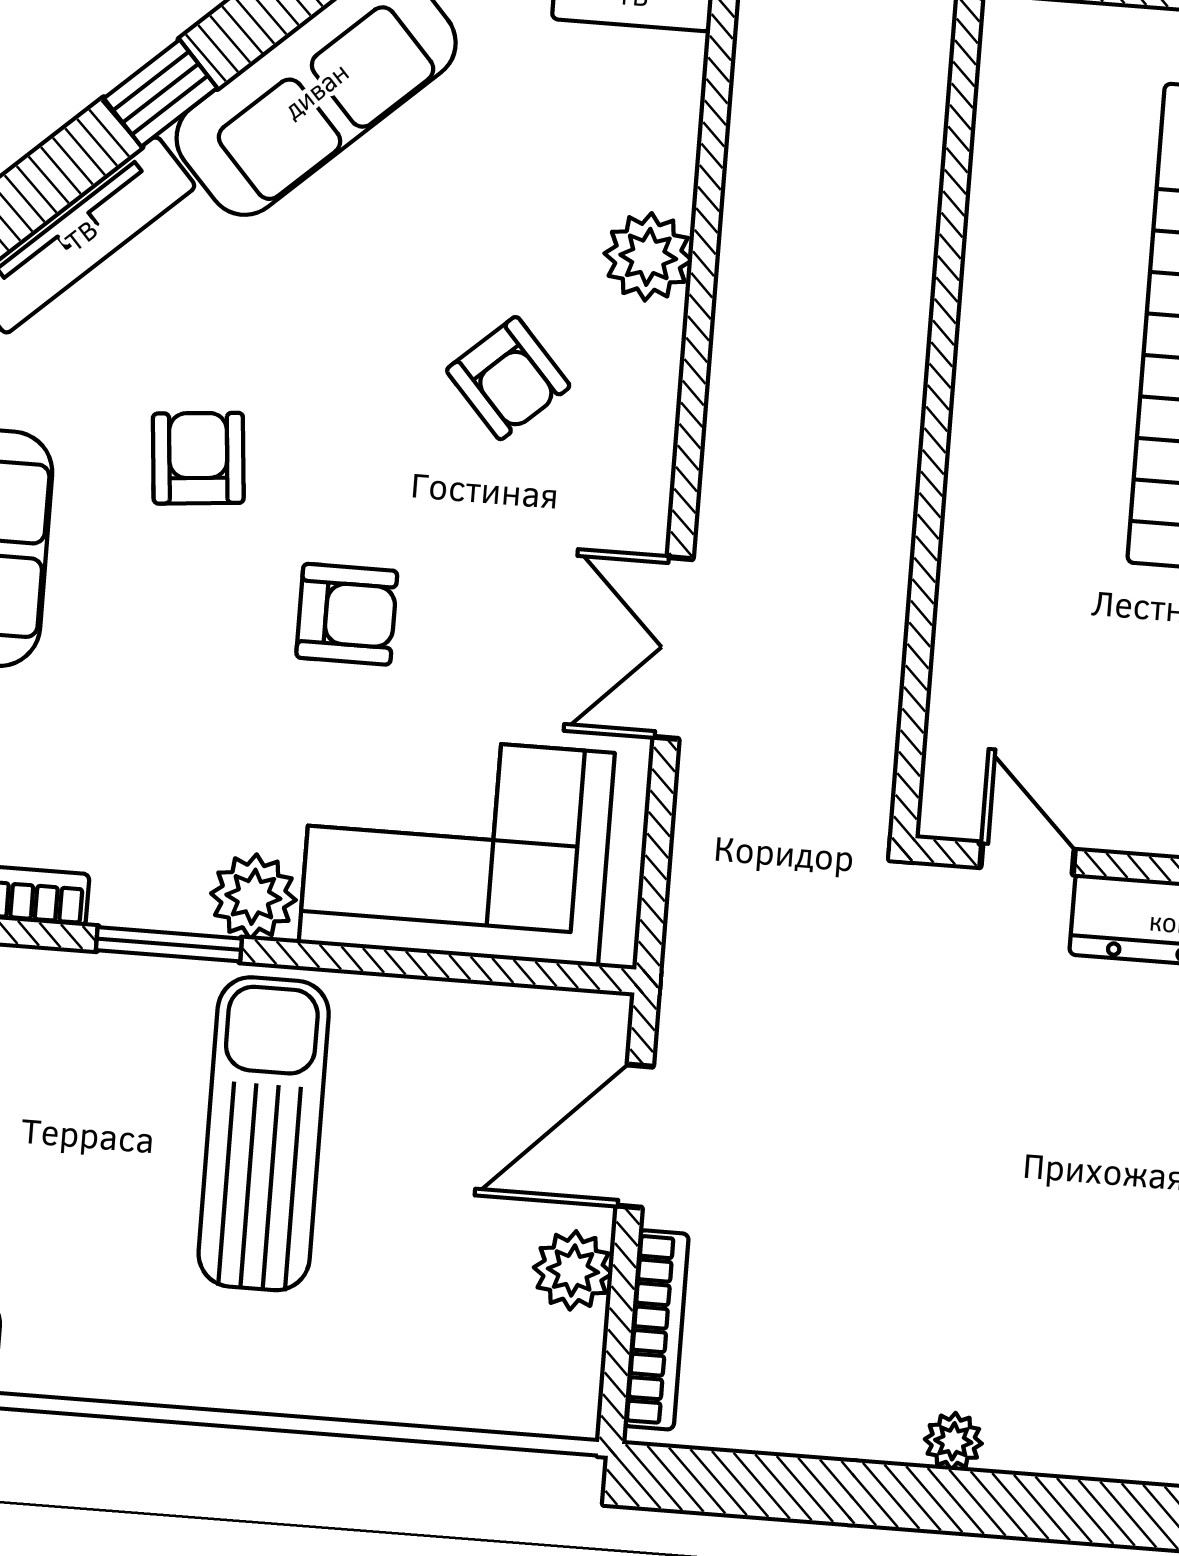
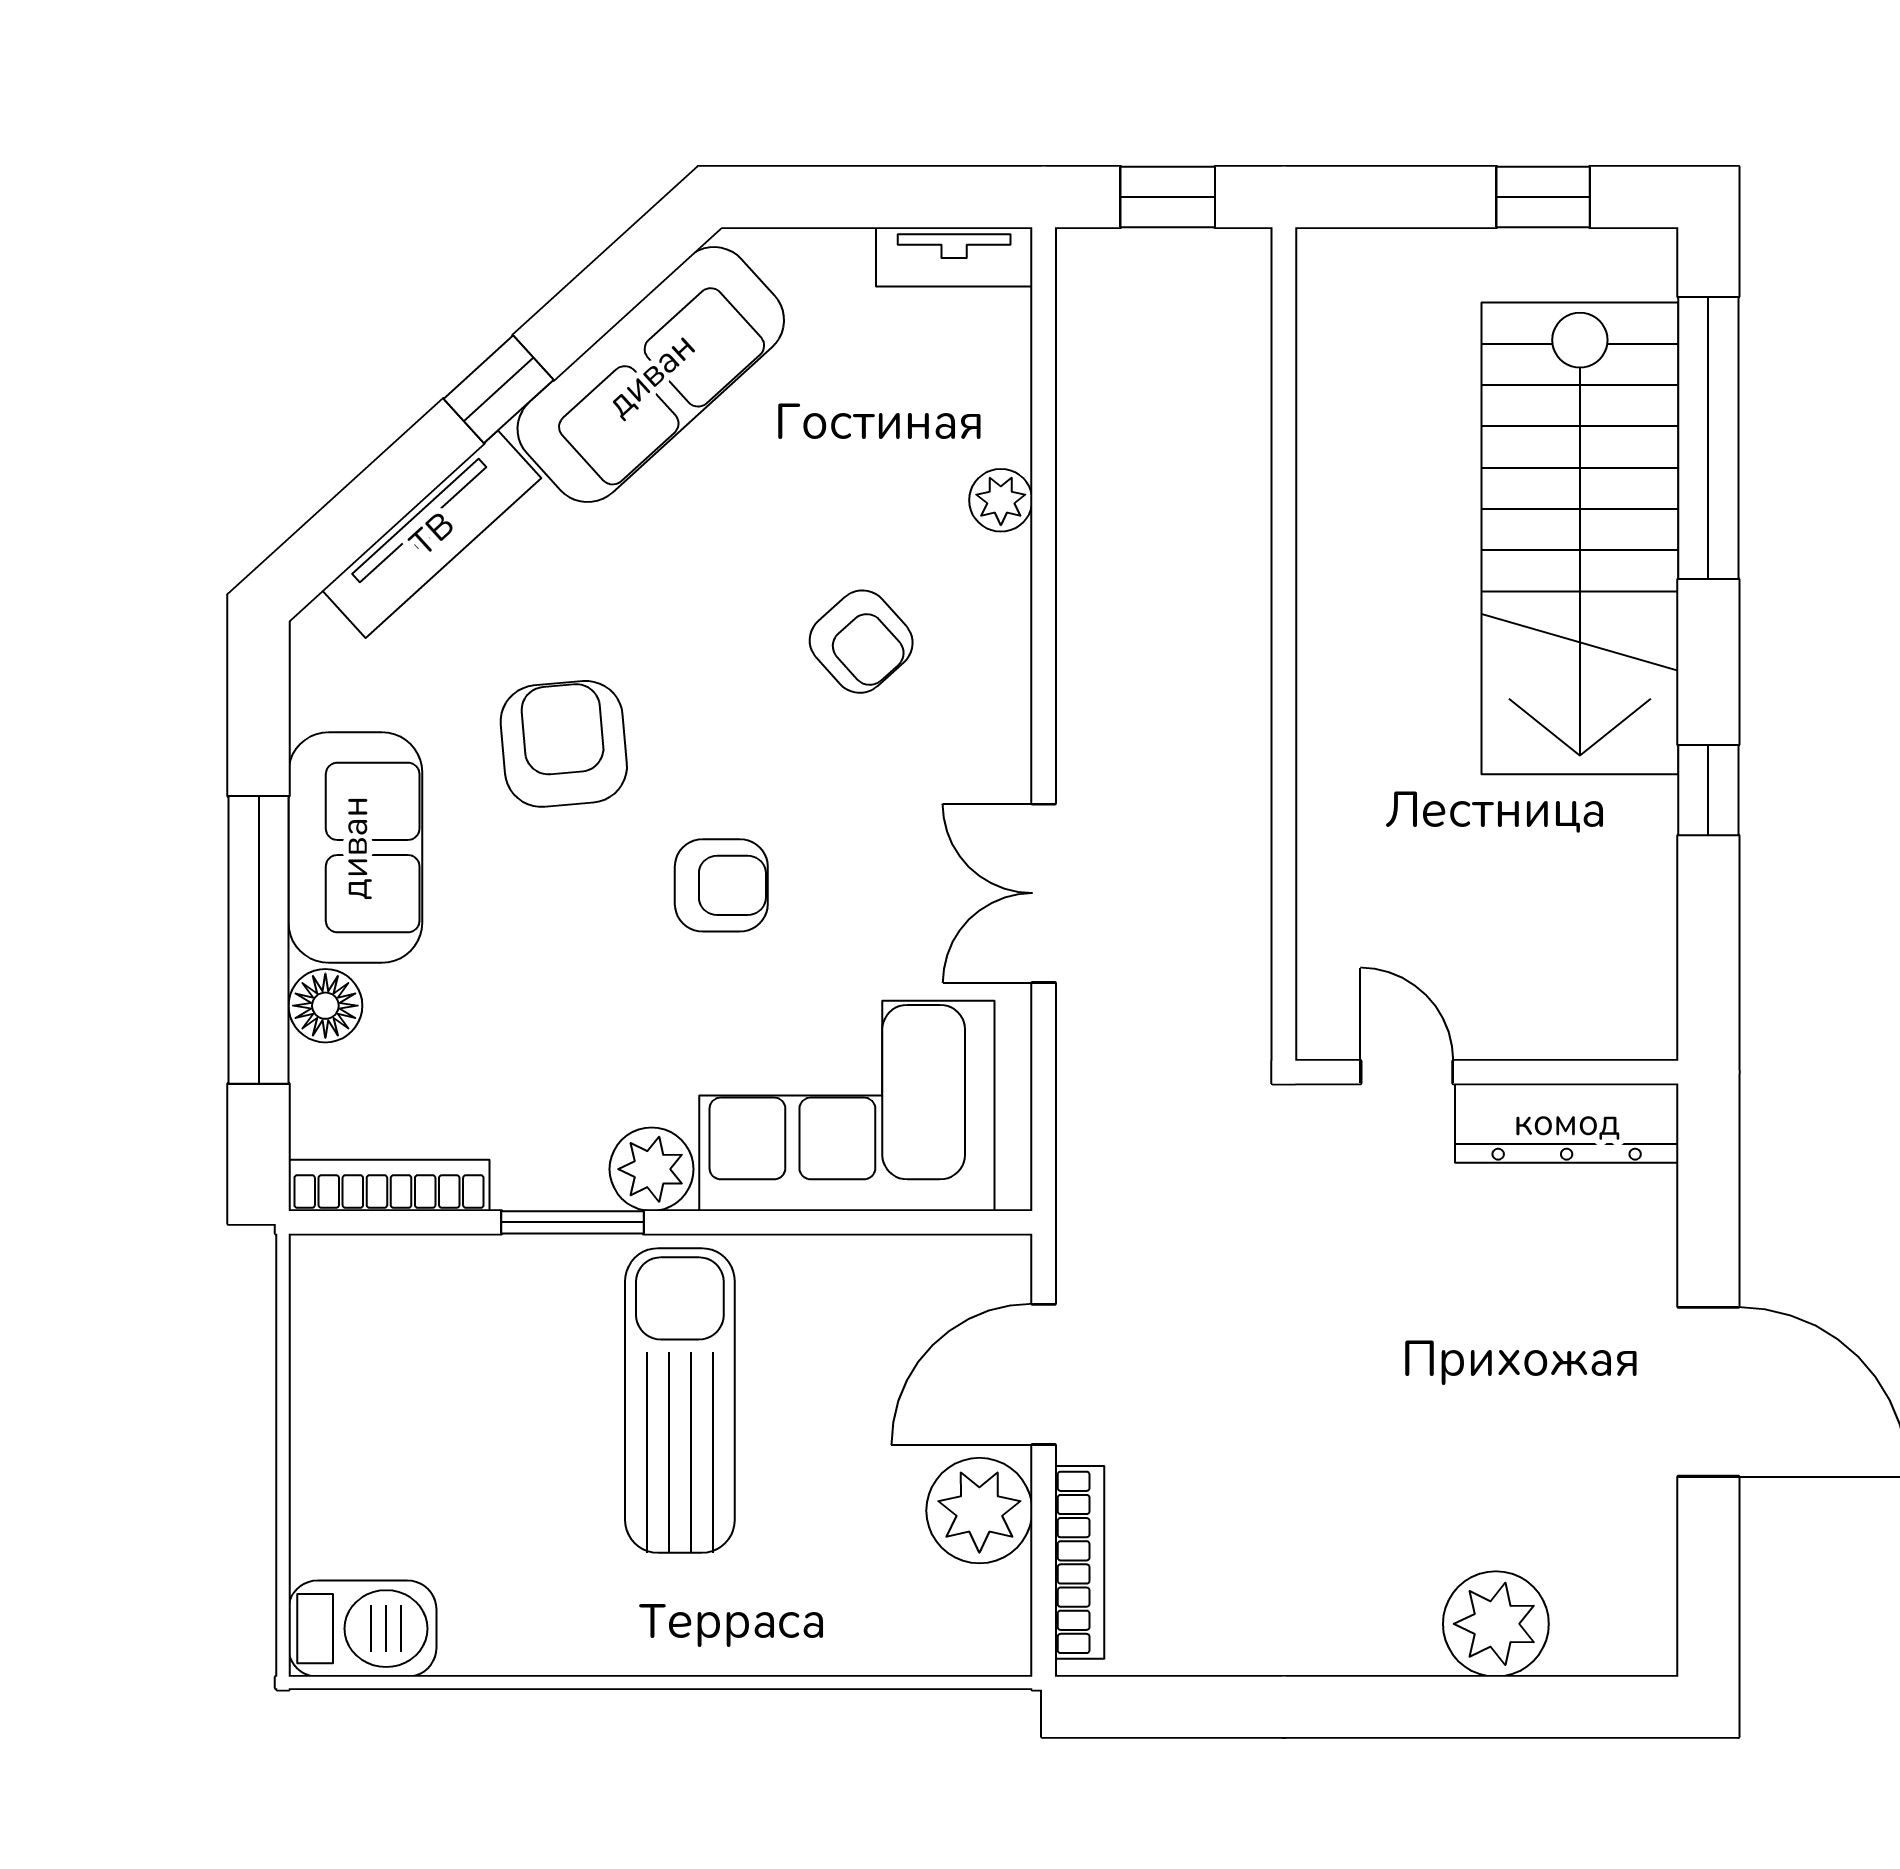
plant: (648, 257) -> (1001, 500), width x0.73, depth x0.73
armchair: (198, 458) -> (564, 744), width x1.38, depth x1.38
plant: (573, 1270) -> (979, 1511), width x1.36, depth x1.36
plant: (953, 1441) -> (1496, 1624), moved, width x1.88, depth x1.88

